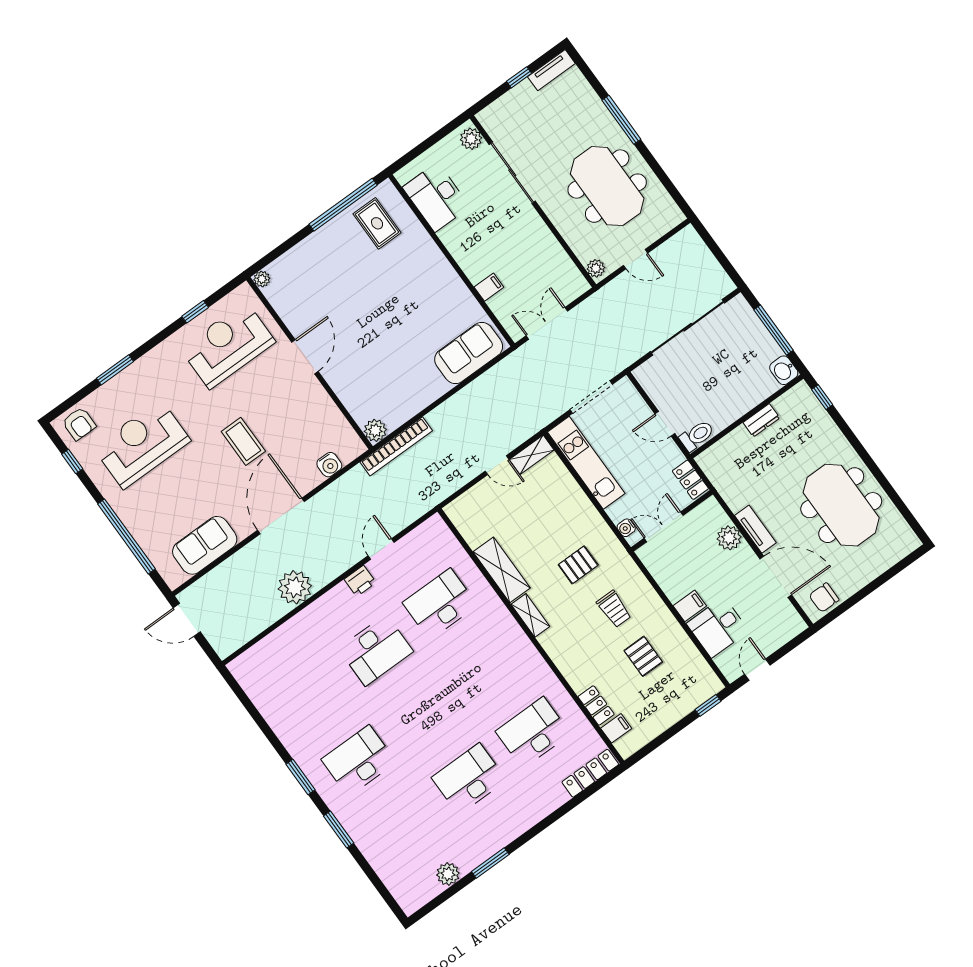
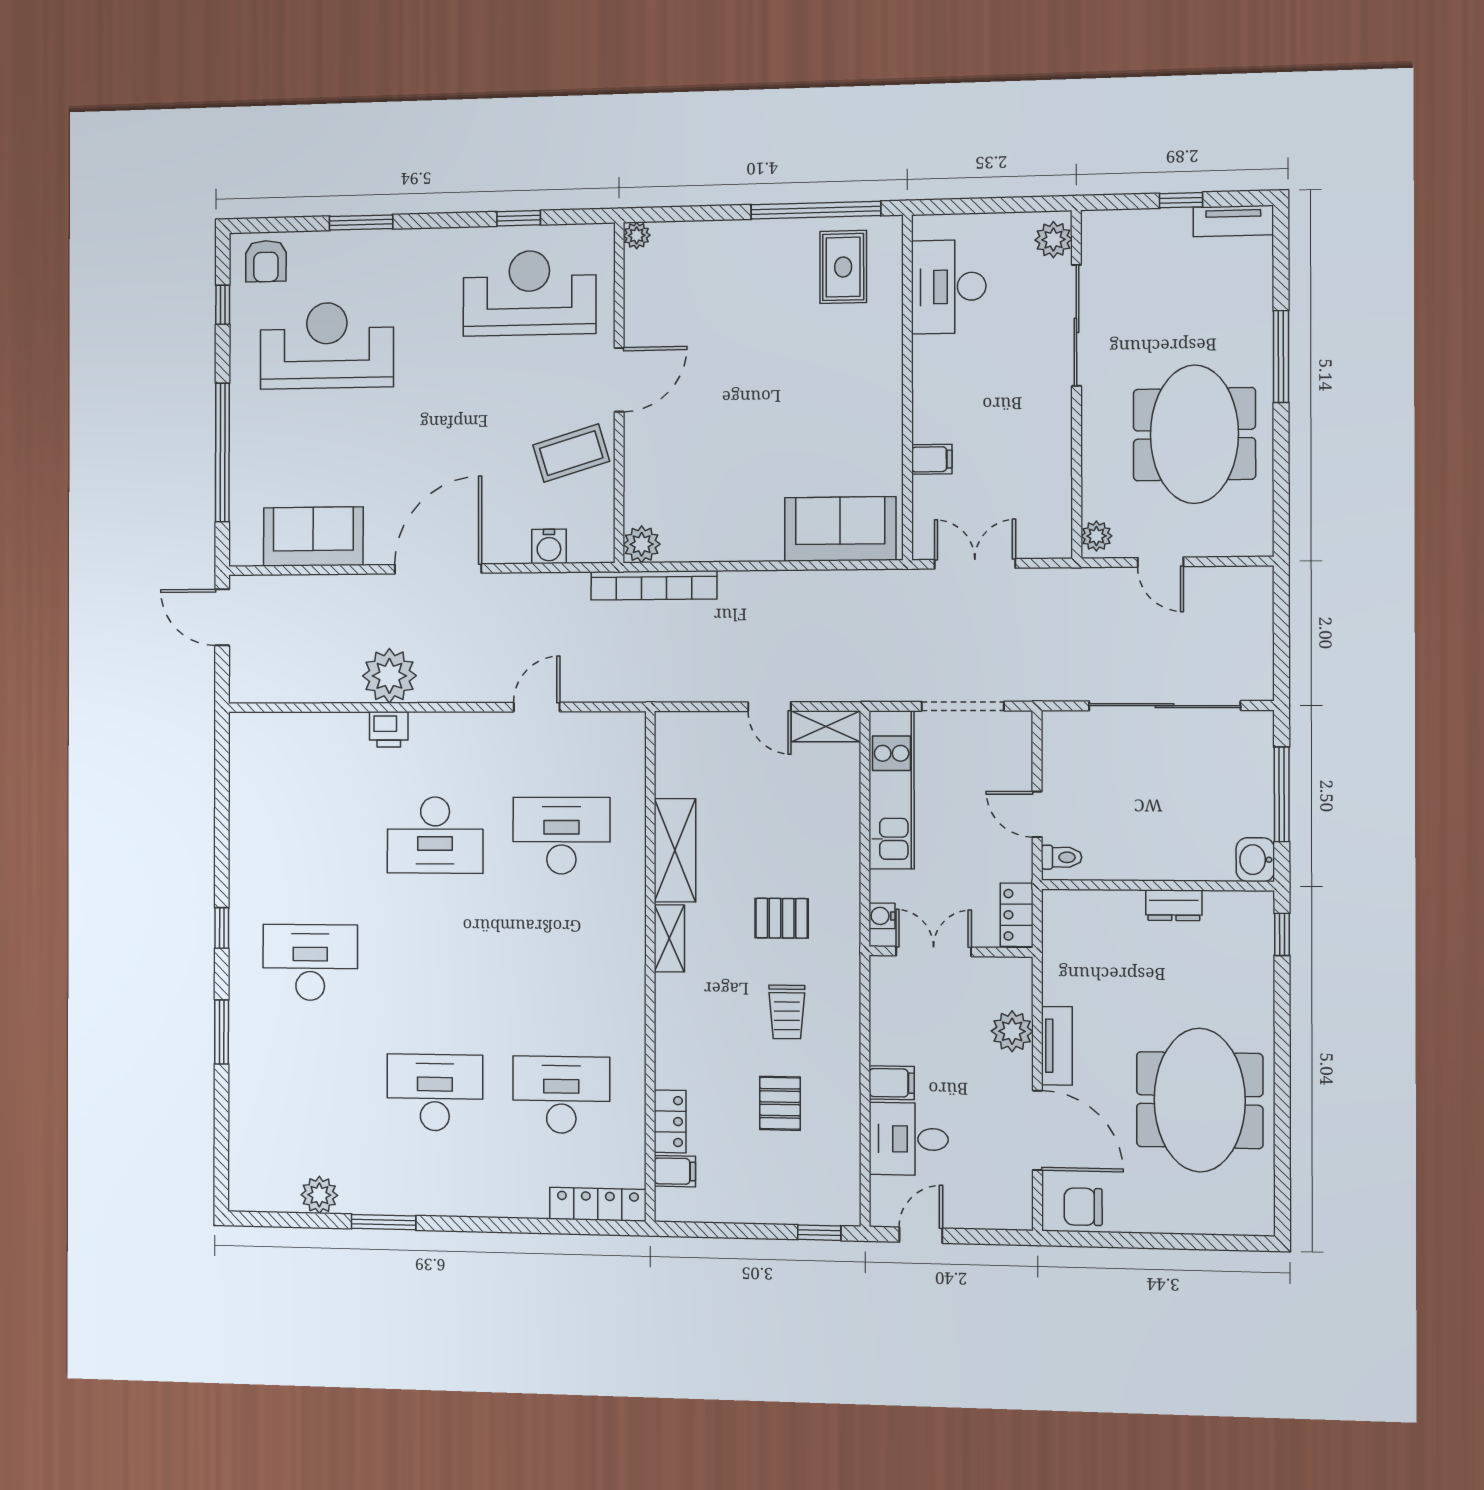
toilet: (697, 436) -> (1061, 857), width x0.73, depth x0.72
coffee table: (243, 441) -> (571, 453), moved, turned 73
printer: (360, 581) -> (389, 729), moved
window: (301, 777) -> (222, 928), width x0.67

